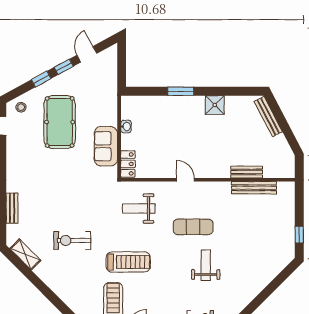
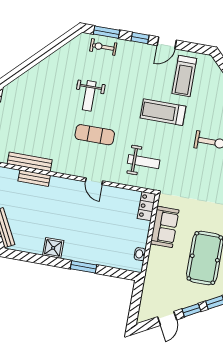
washbasin: (126, 126) -> (140, 254), moved

